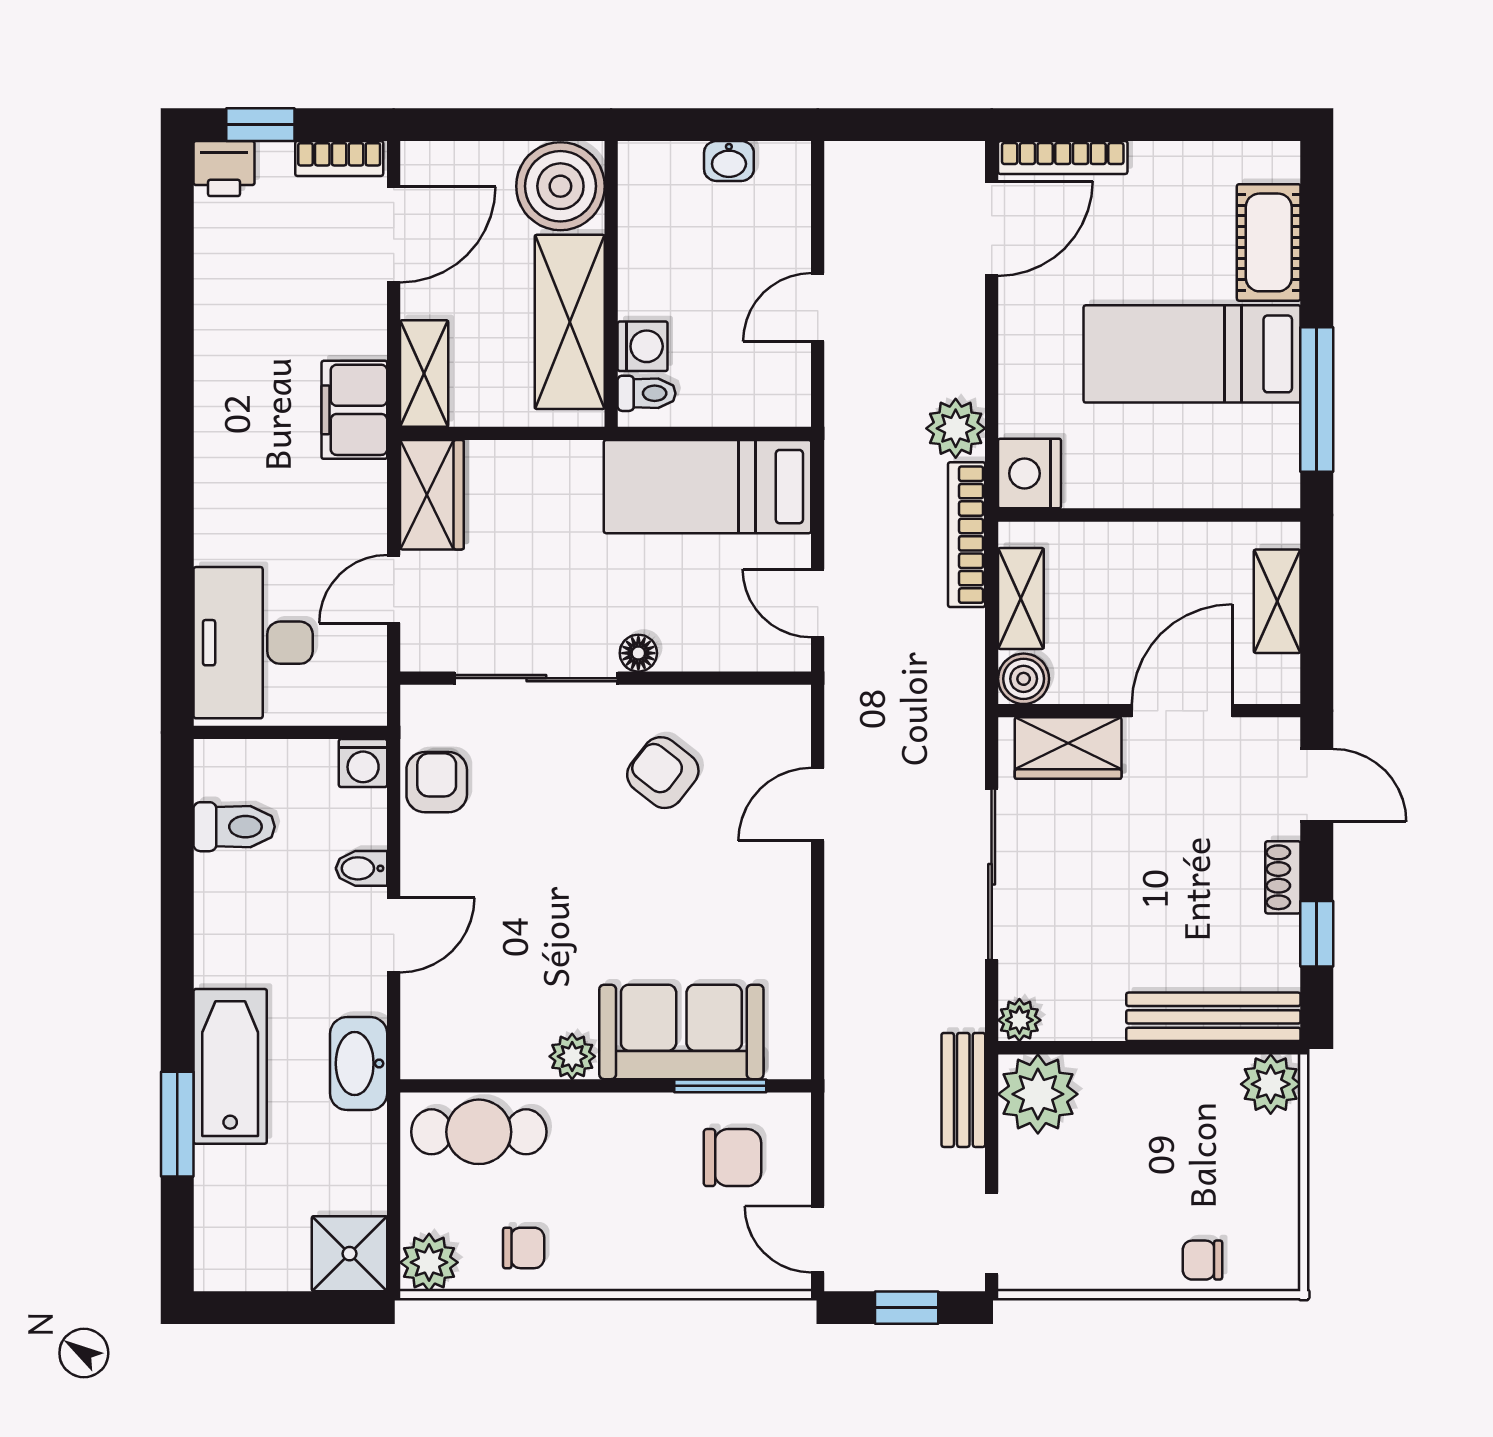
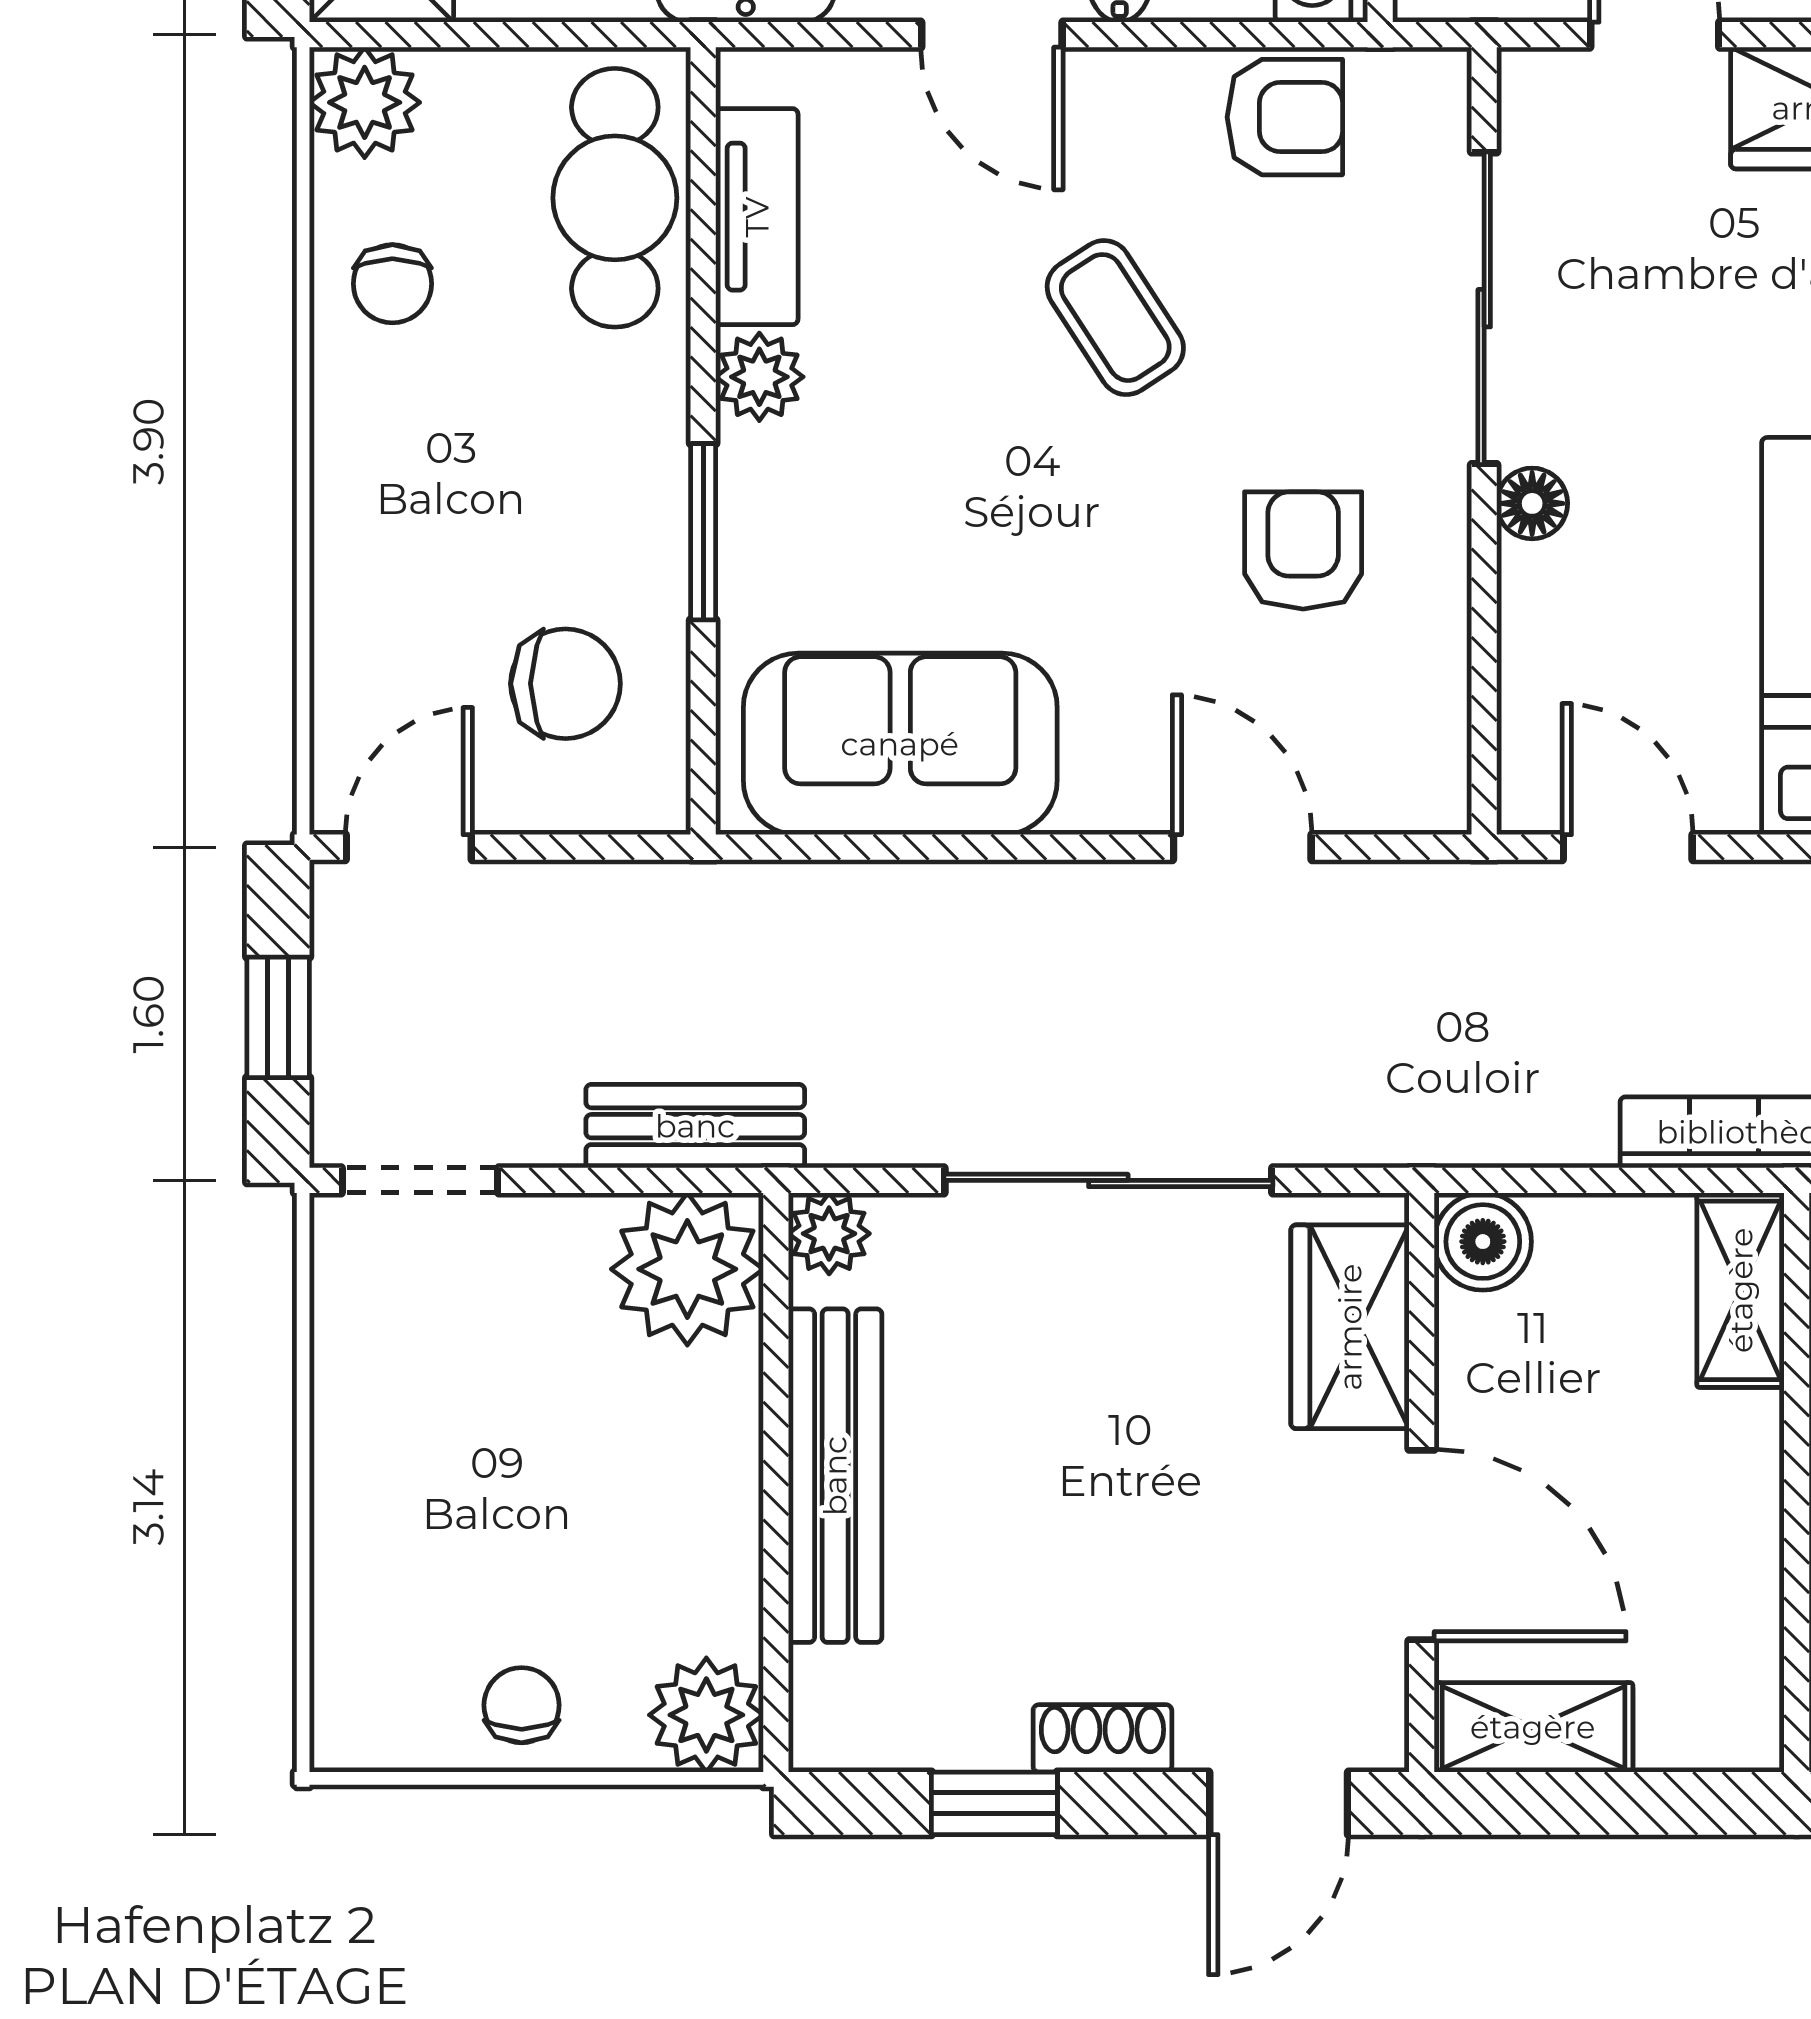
shelving: (1021, 598) -> (1741, 1290), moved, turned 90
shelving: (1277, 601) -> (1533, 1727), moved
door: (818, 603) -> (1628, 847), hinge flipped
armchair: (663, 773) -> (1303, 550), turned -38
coffee table: (541, 871) -> (1115, 318), added
bench: (1213, 1017) -> (835, 1476), moved
sofa: (681, 1032) -> (900, 744), moved, turned -90
tv unit: (489, 1058) -> (757, 217), added
window: (720, 1086) -> (703, 532), moved
chair: (732, 1158) -> (565, 684), turned -90
chair: (1202, 1260) -> (522, 1705), moved

